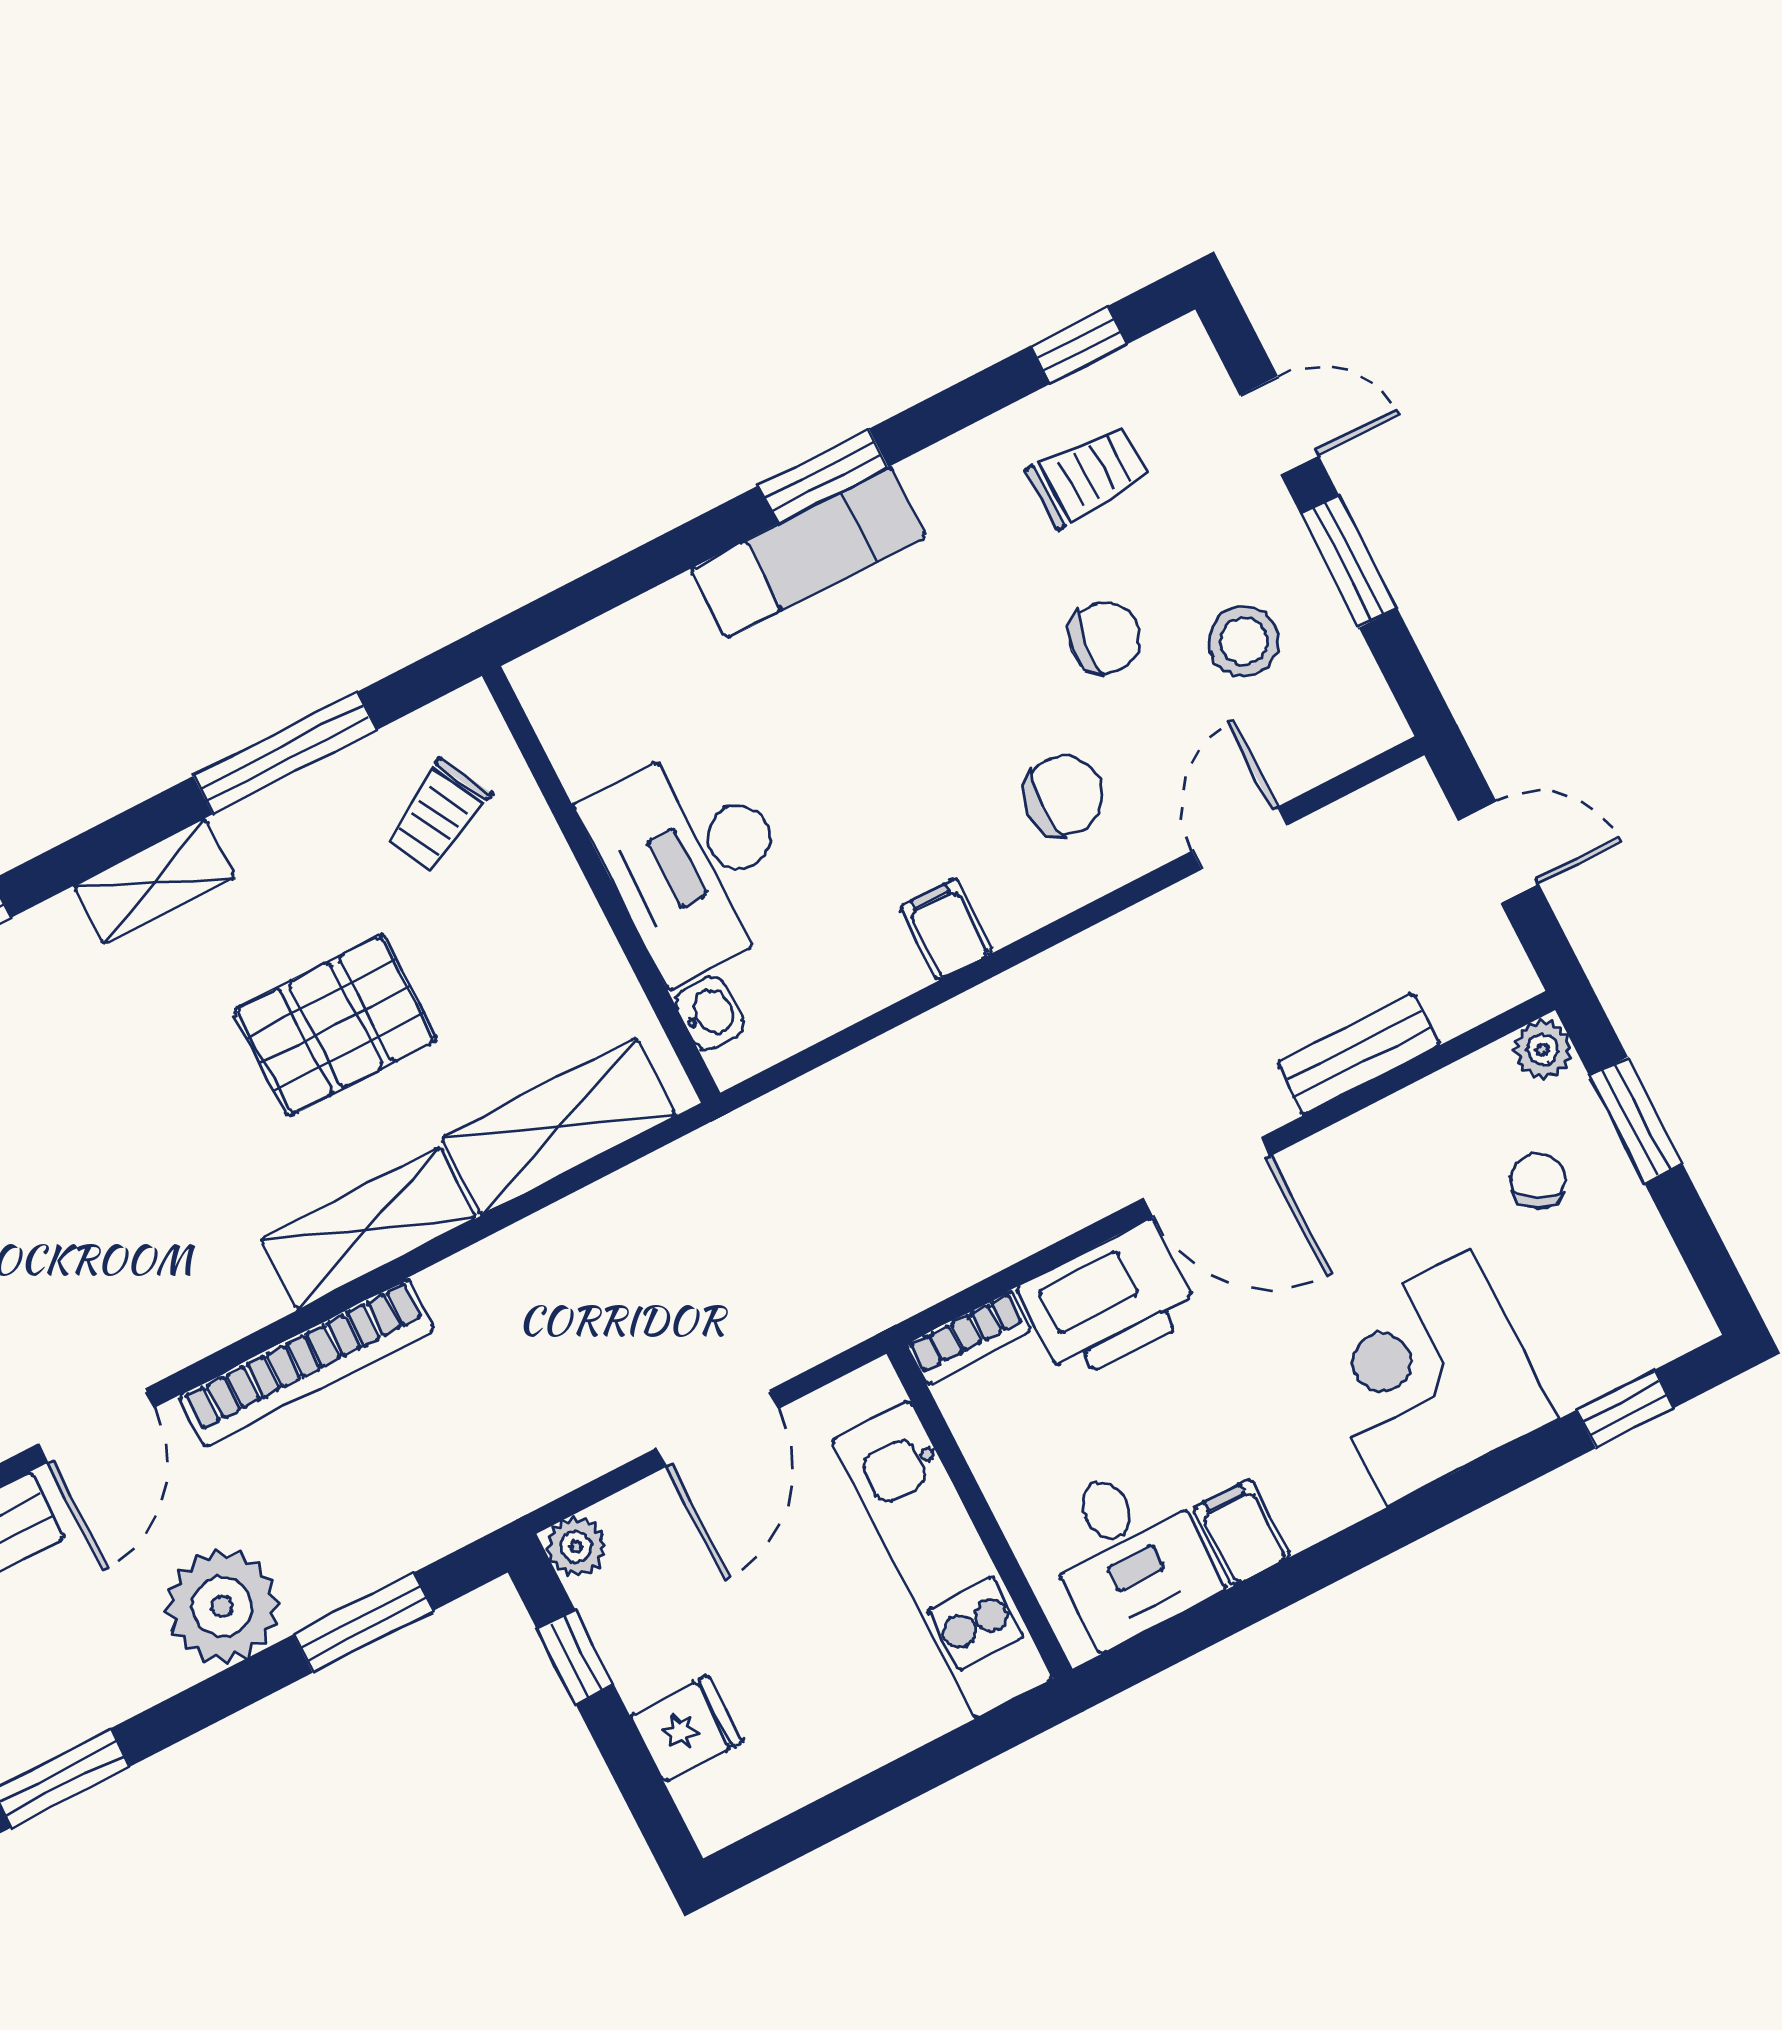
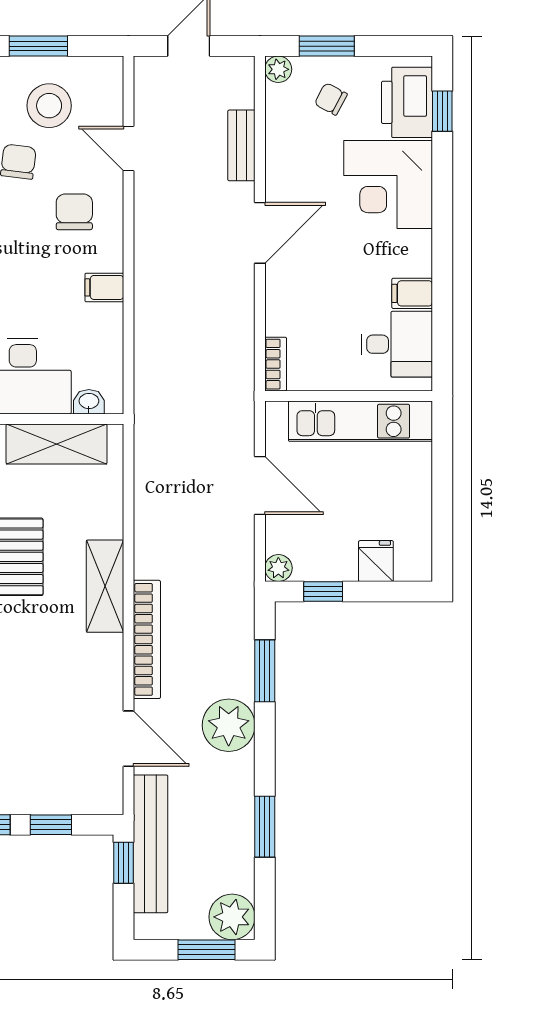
stool: (1244, 641) -> (49, 106), width x1.38, depth x1.38
shelving: (559, 1127) -> (57, 444), moved, turned 90
printer: (1109, 1301) -> (407, 102), moved, turned 180

